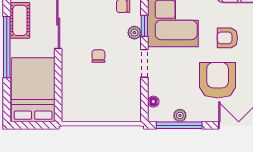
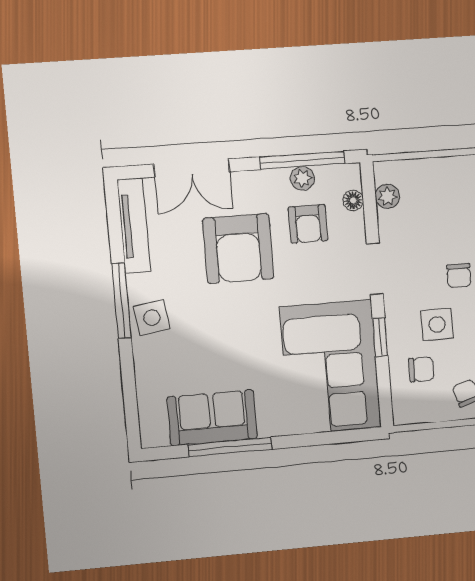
side table: (113, 30) -> (437, 324), added
plant: (134, 33) -> (387, 196), moved
armchair: (227, 38) -> (308, 224), moved, turned 90

